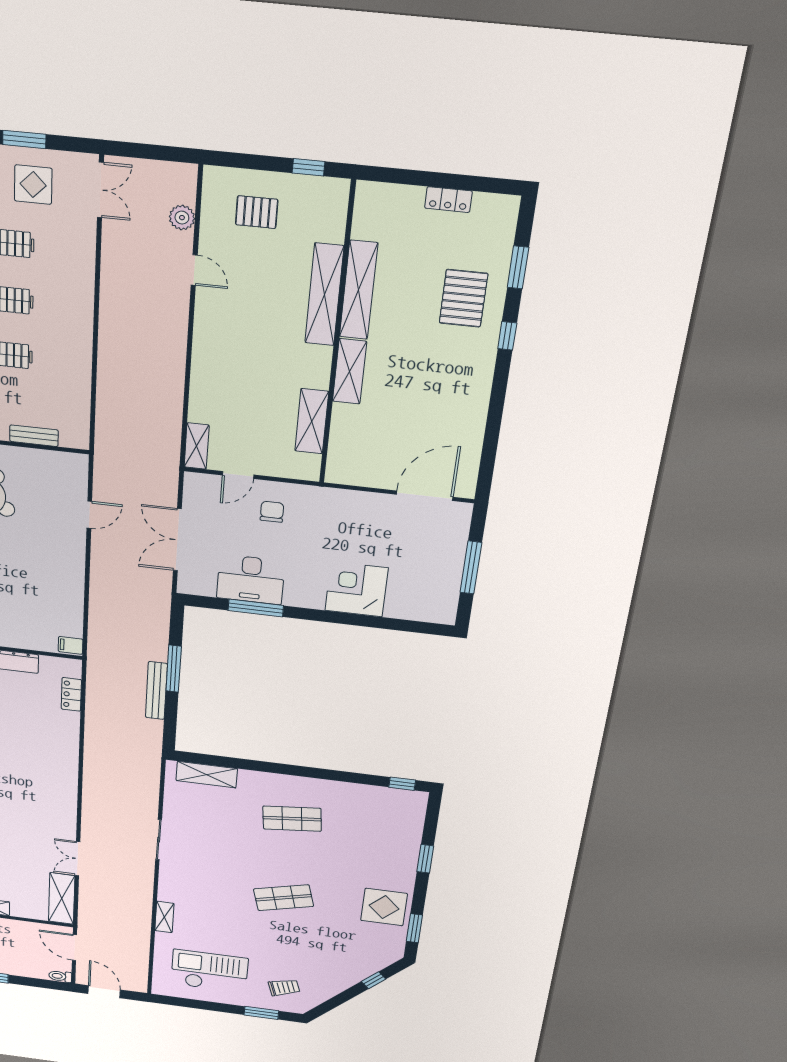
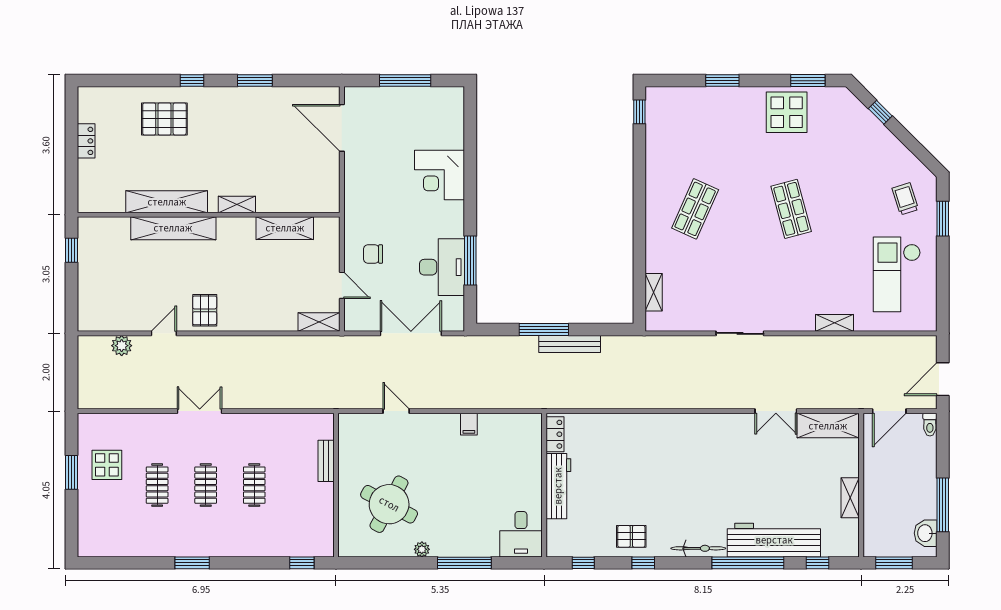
double door: (100, 190) -> (200, 411), moved
pallet: (257, 212) -> (205, 310), moved
window: (518, 267) -> (255, 81), moved
shelving: (350, 371) -> (237, 204), width x0.67, depth x0.75
double door: (177, 540) -> (411, 333), swing flipped
filing cabinet: (71, 645) -> (469, 424), moved
locker: (71, 694) -> (555, 434), moved, turned -90
shelving: (207, 775) -> (654, 292), width x0.67, depth x0.75
shop shelf: (292, 819) -> (695, 209), turned 30

